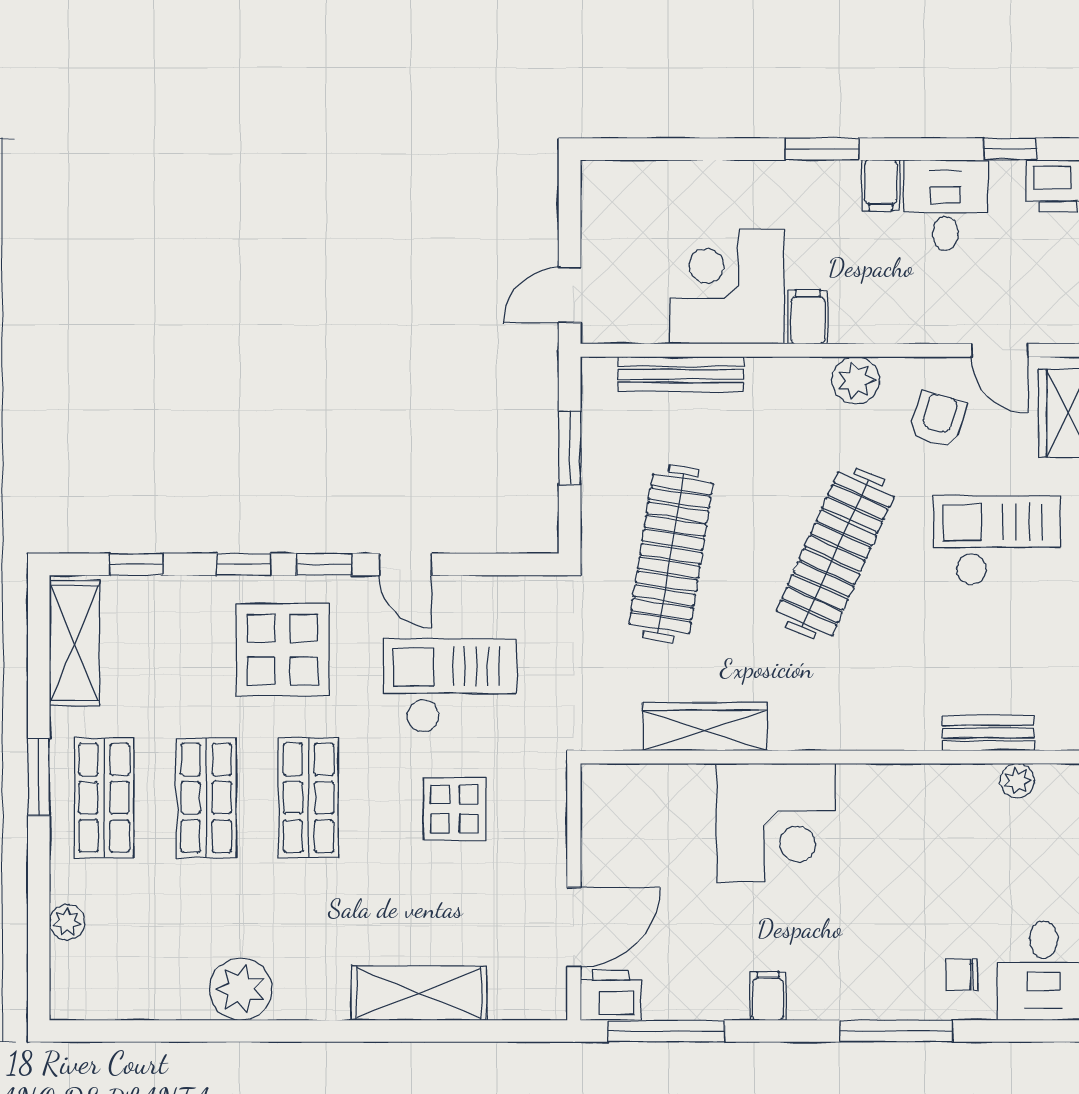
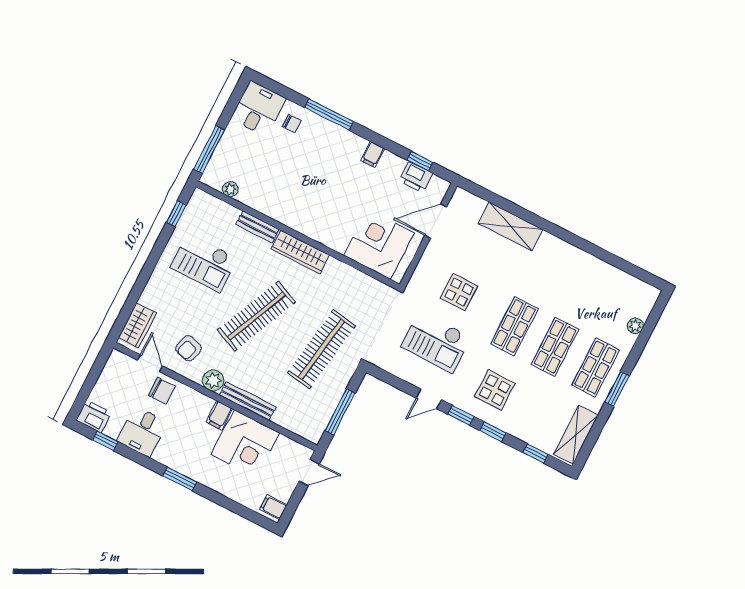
filing cabinet: (881, 185) -> (273, 507), moved, turned -90
chair: (948, 307) -> (162, 391), added
bench: (681, 374) -> (248, 401), moved
window: (570, 448) -> (340, 412), width x1.44
checkout: (997, 540) -> (204, 263), moved
door: (405, 564) -> (429, 399), swing flipped
display table: (283, 650) -> (495, 390), width x0.73, depth x0.73
wardrobe: (705, 727) -> (300, 252), moved
bench: (988, 733) -> (257, 227), moved
corner desk: (776, 823) -> (379, 244), moved
plant: (241, 989) -> (580, 264), removed
printer: (611, 995) -> (416, 177), moved
window: (666, 1031) -> (420, 161), width x0.46

